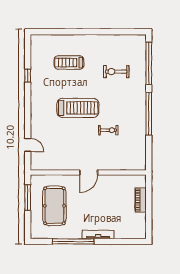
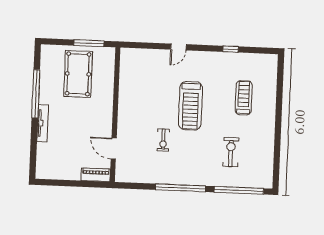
door: (28, 145) -> (179, 47), moved
door: (89, 172) -> (114, 148), moved
piano: (141, 200) -> (96, 175), moved
pool table: (54, 206) -> (78, 74), turned 90

